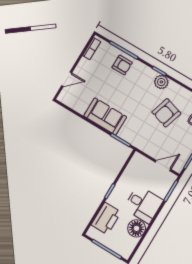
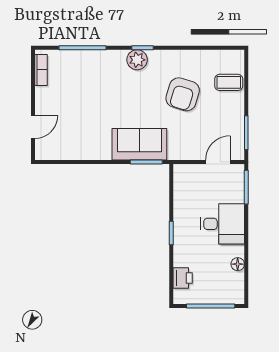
armchair: (122, 65) -> (92, 68), removed
plant: (161, 82) -> (137, 60), moved
sofa: (105, 116) -> (139, 144), moved
printer: (106, 218) -> (183, 278), width x0.53, depth x0.68
floor lamp: (137, 228) -> (238, 264), width x0.53, depth x0.53

